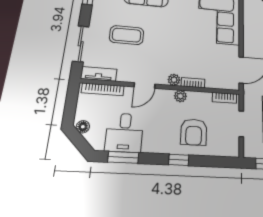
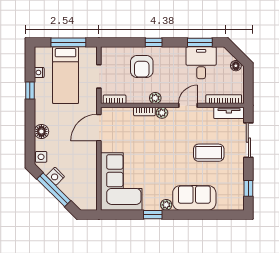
armchair: (194, 132) -> (142, 66), turned 180

